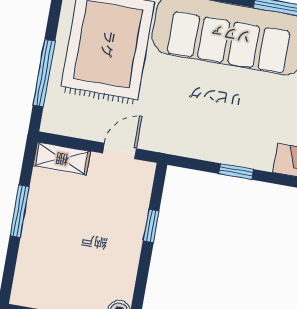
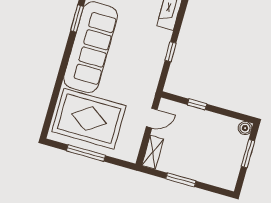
window: (44, 73) -> (86, 153), moved
door: (120, 151) -> (152, 118), swing flipped

